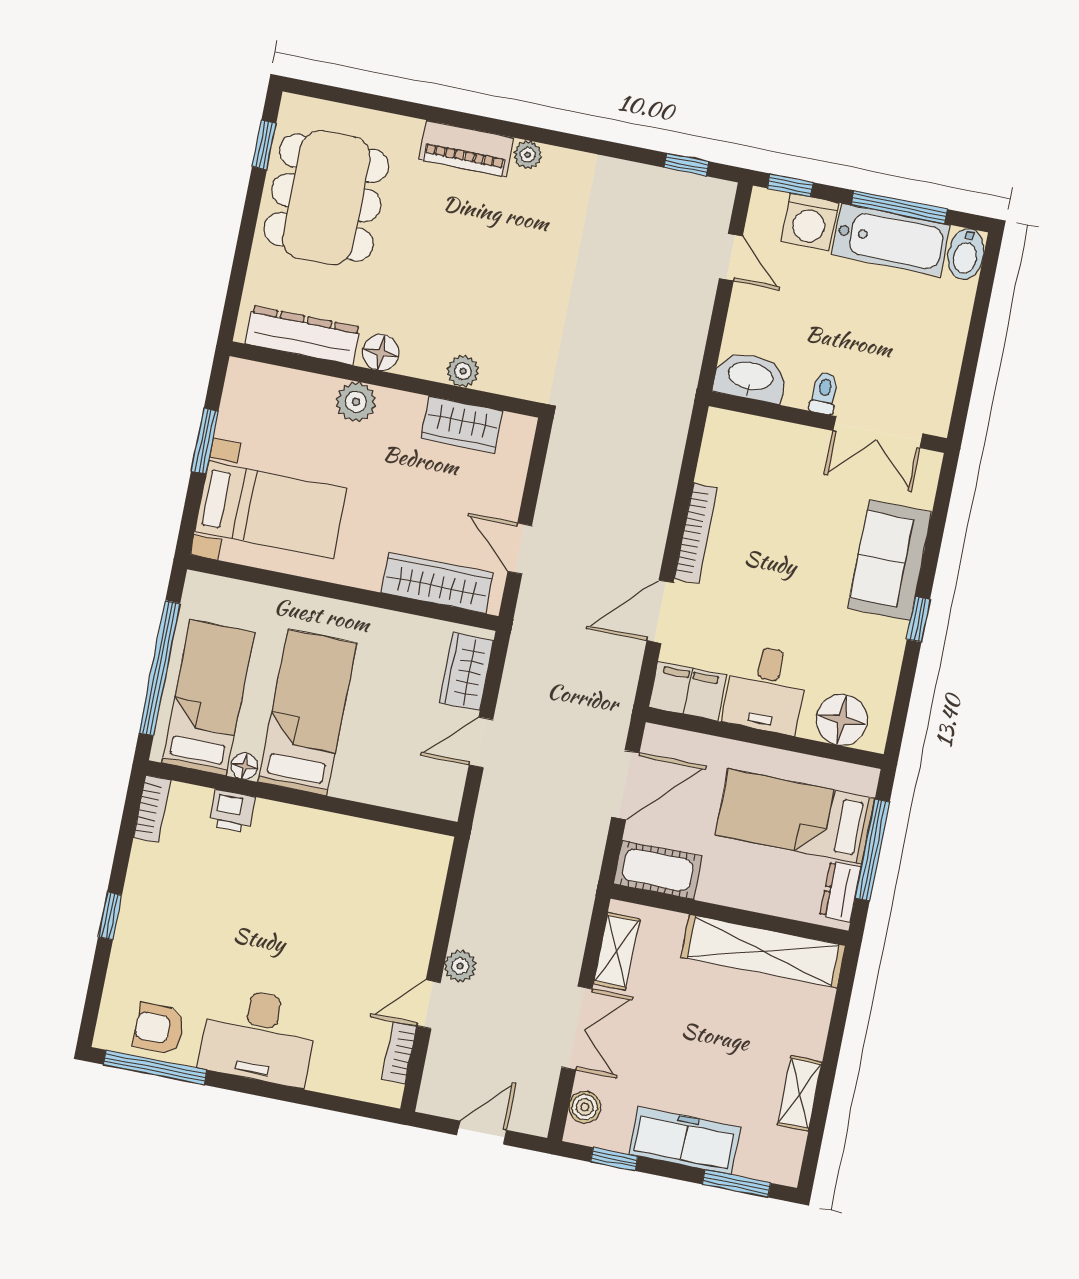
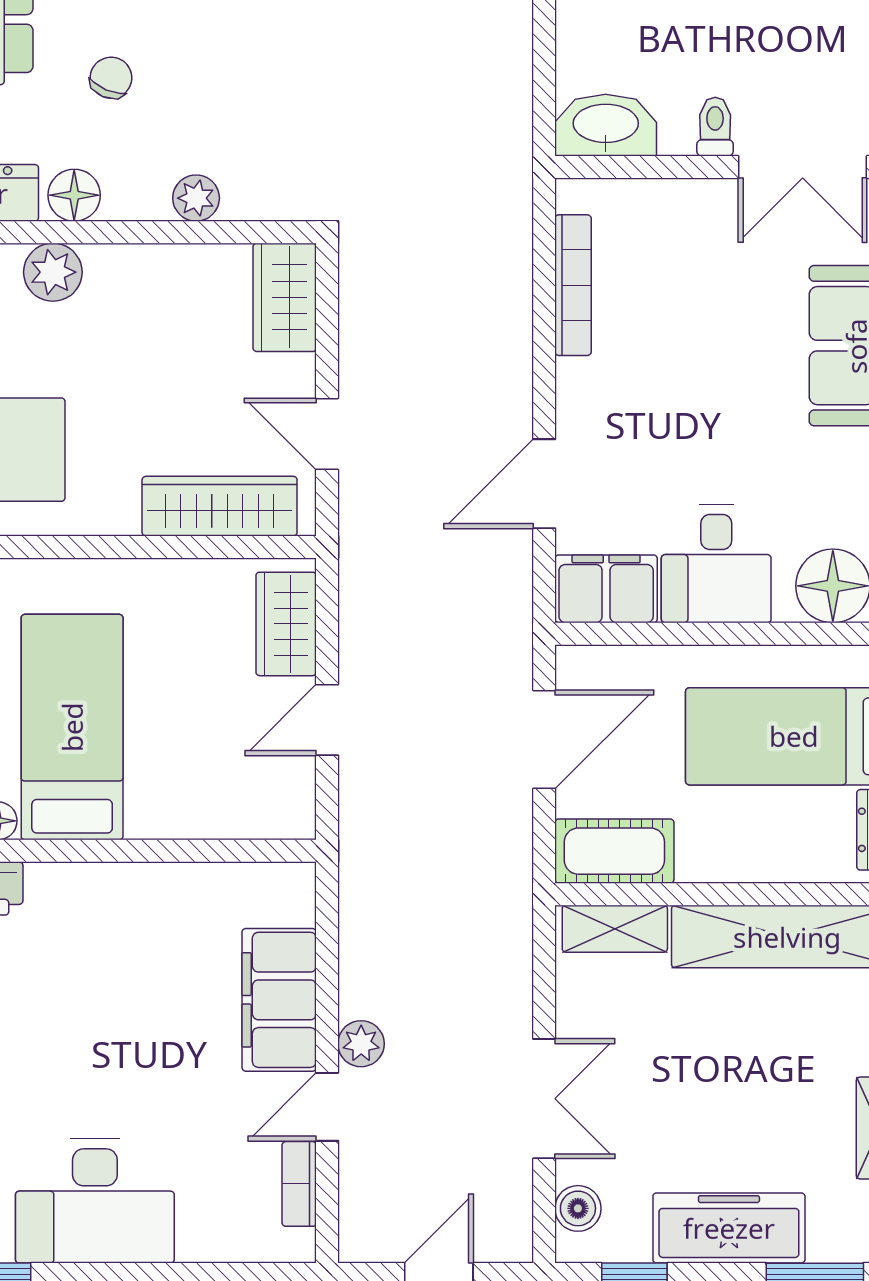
chair: (422, 278) -> (111, 78), added
wardrobe: (462, 425) -> (285, 297), moved, turned 90
bookcase: (696, 533) -> (573, 285), moved
filing cabinet: (411, 925) -> (279, 1000), added
shelving: (616, 951) -> (615, 929), moved, turned 90

